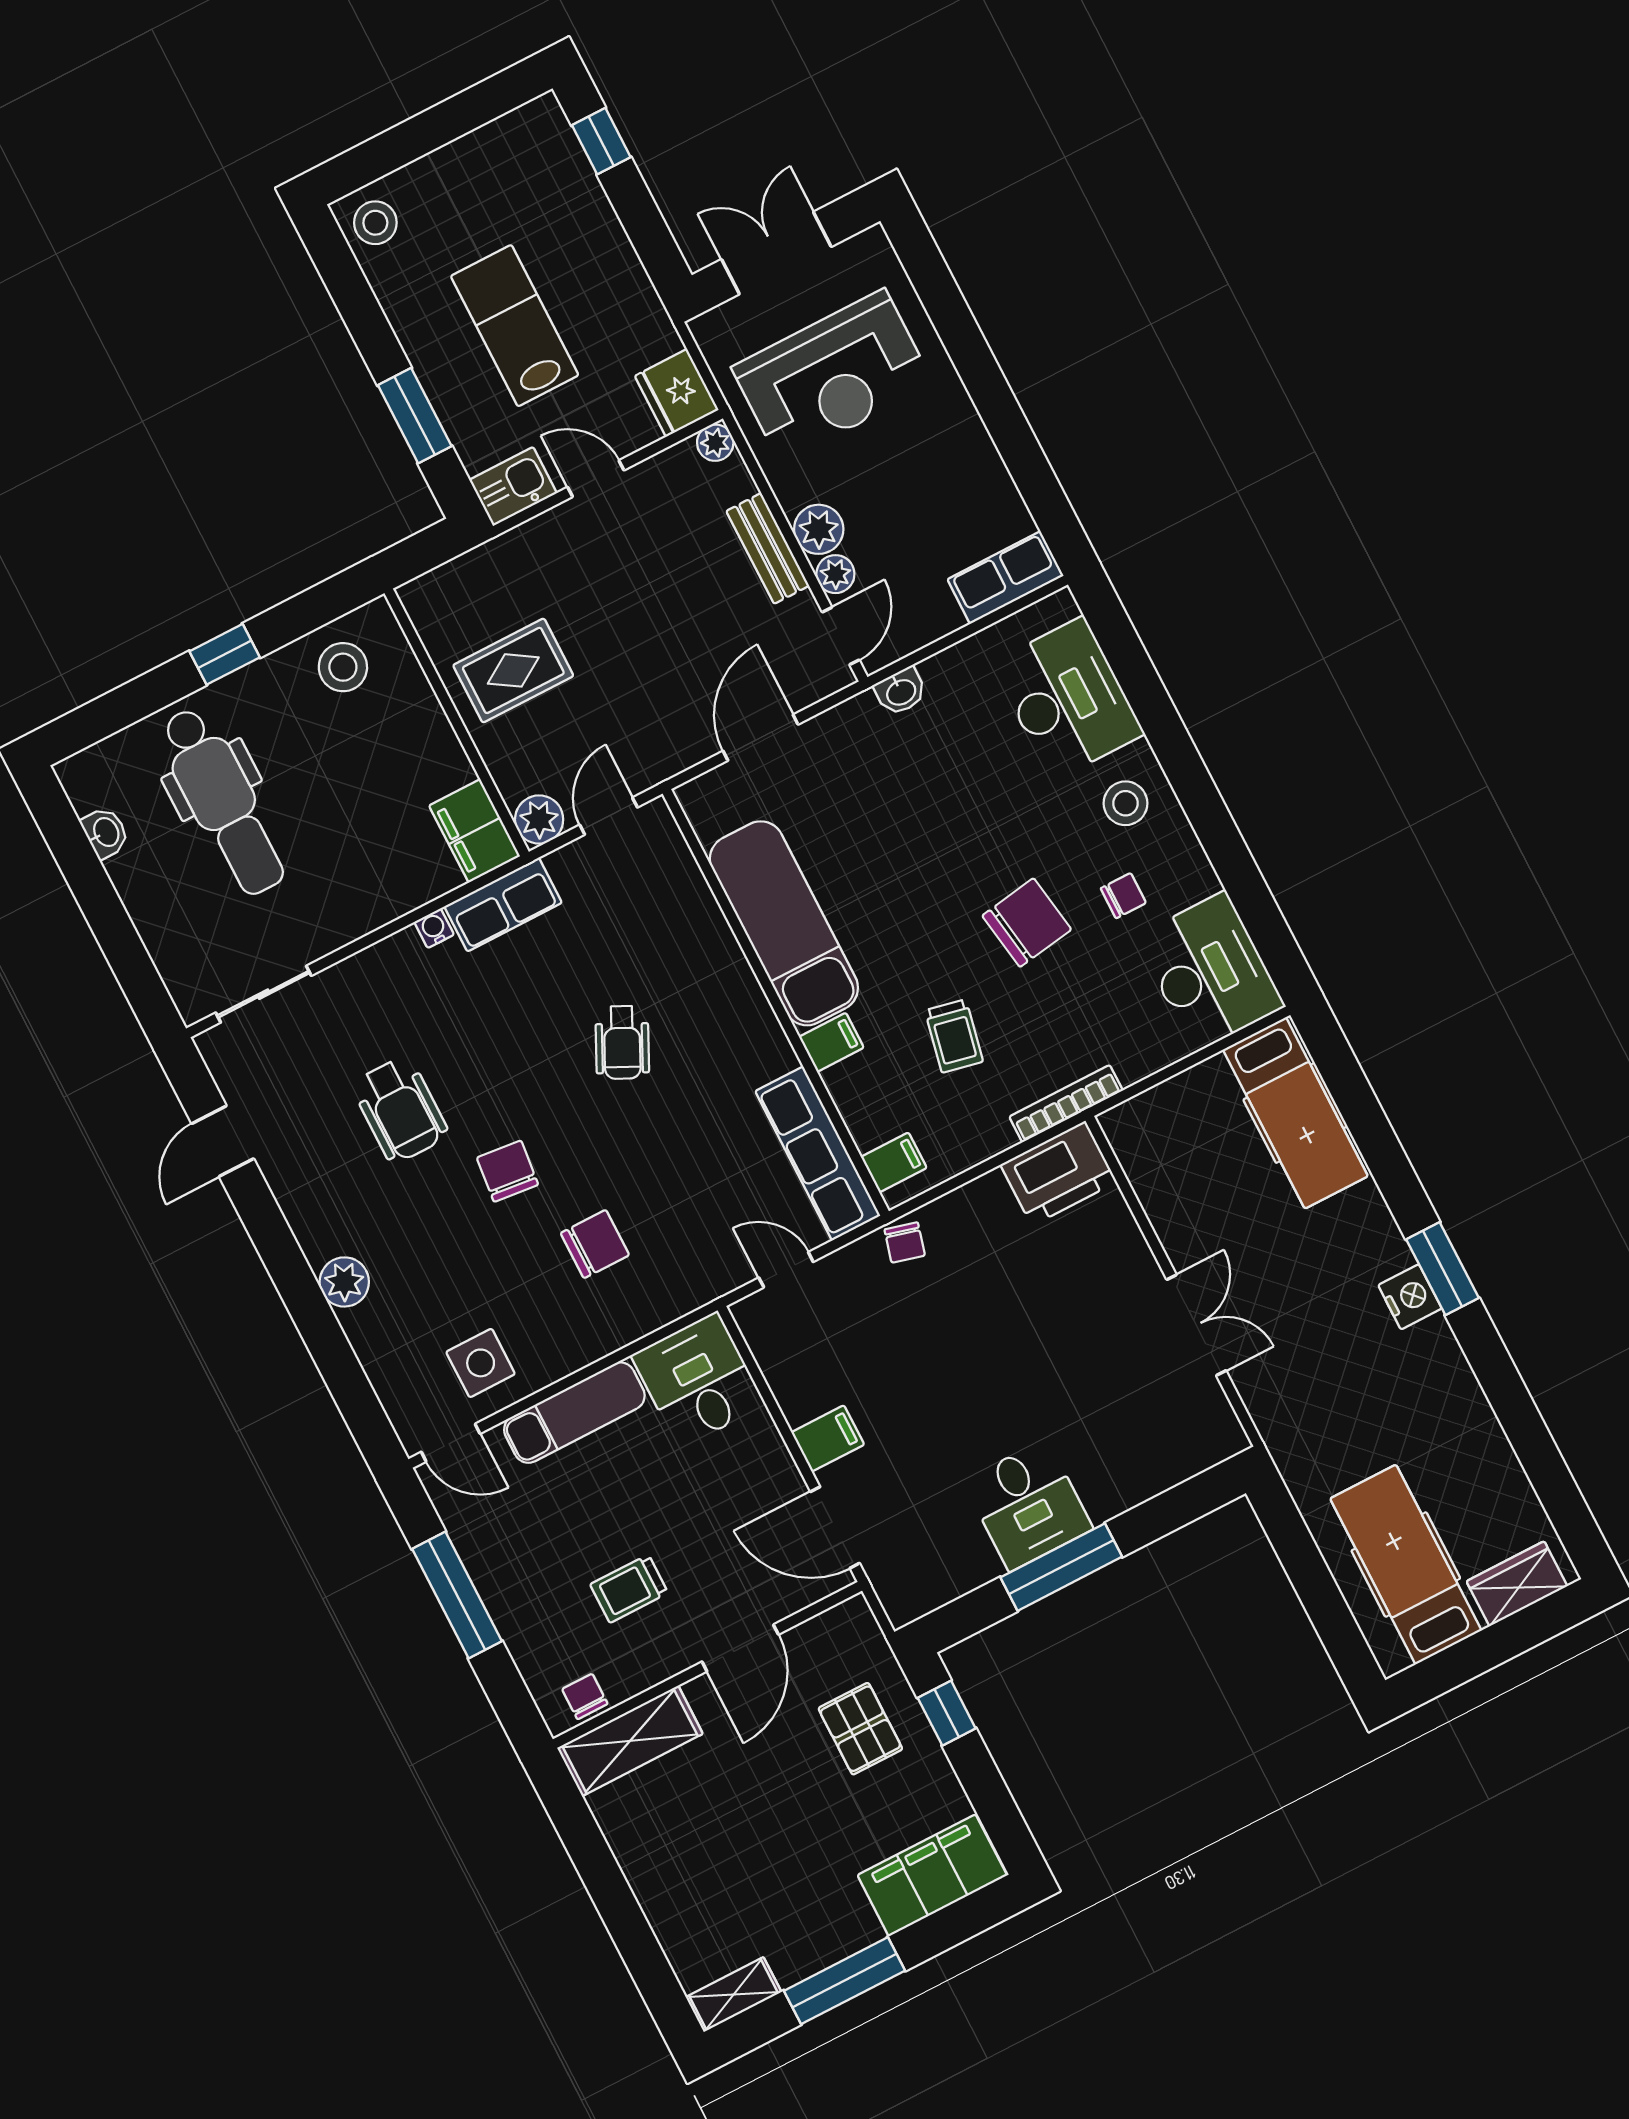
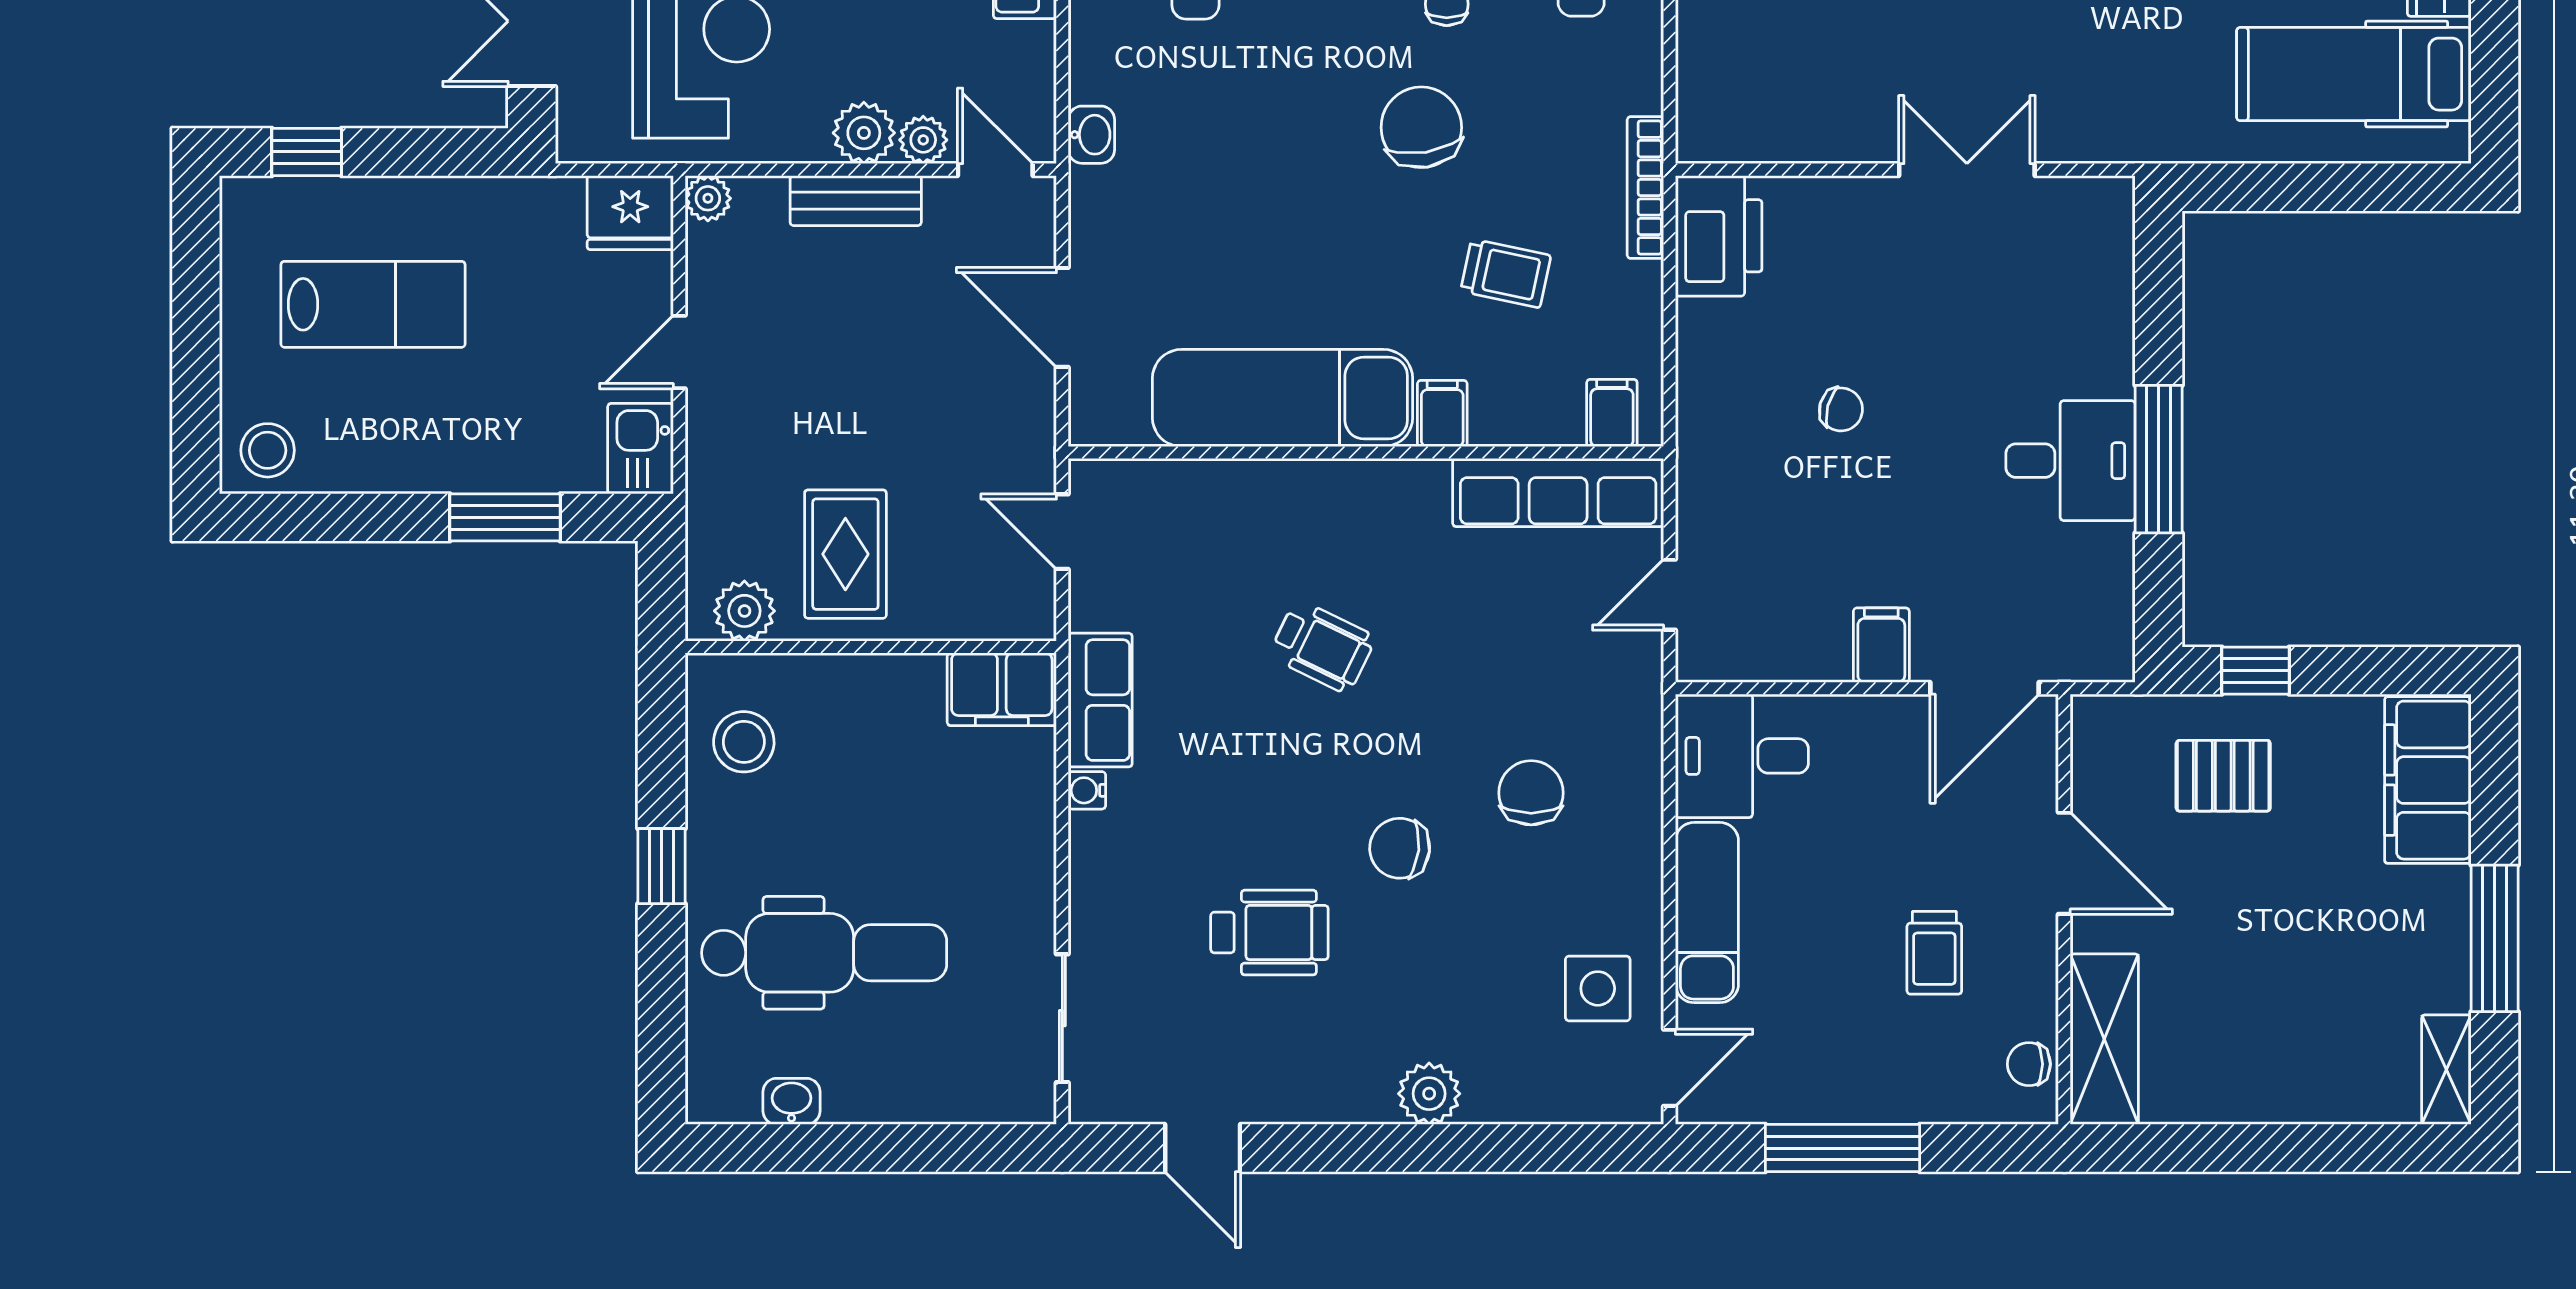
lab bench: (515, 326) -> (373, 304), moved, turned 180
plant: (539, 820) -> (744, 611), moved
chair: (905, 1243) -> (1841, 409), moved

